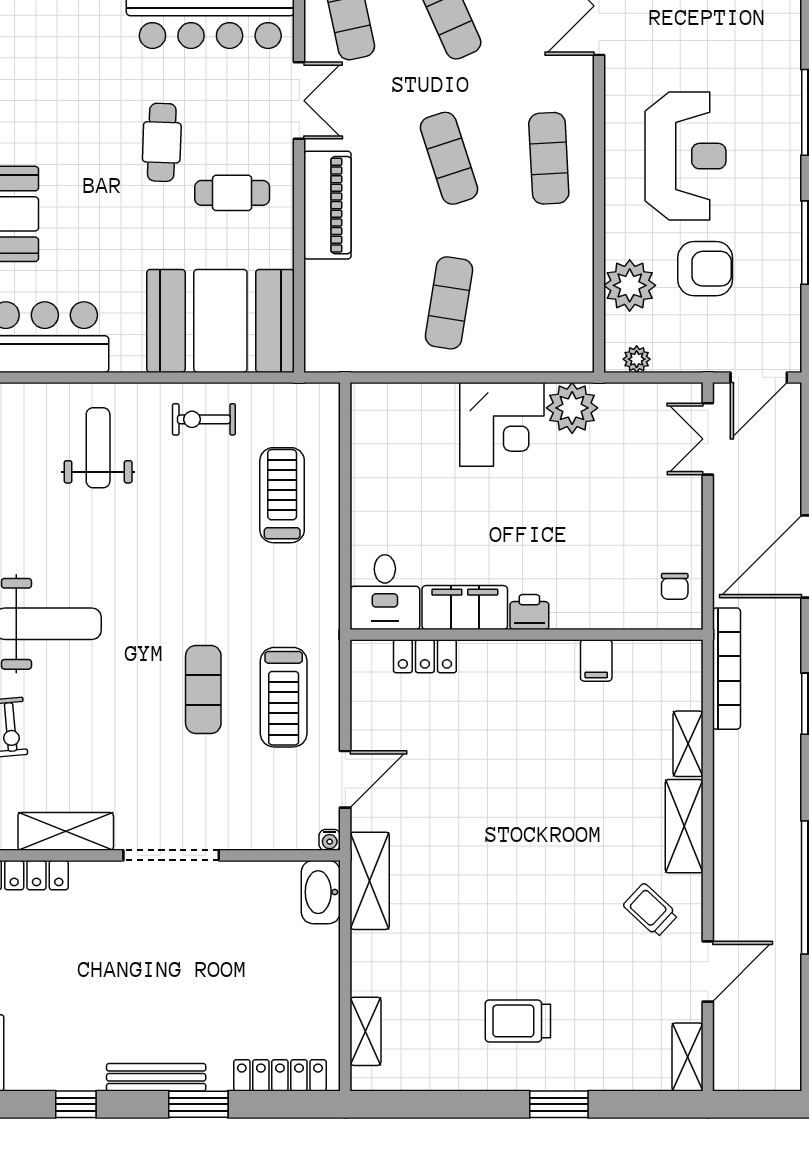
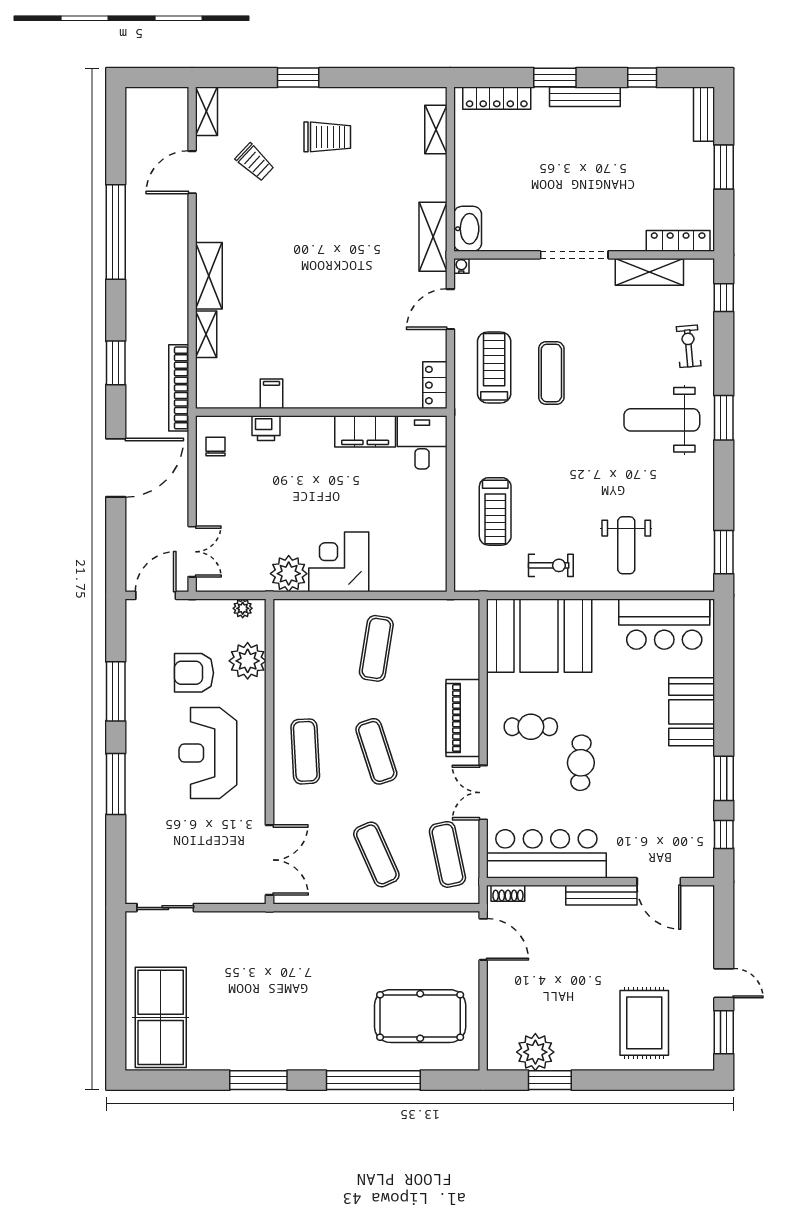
printer: (529, 612) -> (266, 428), moved
locker: (425, 656) -> (435, 385), moved, turned -90
trolley: (651, 910) -> (255, 162), moved

